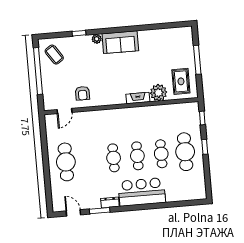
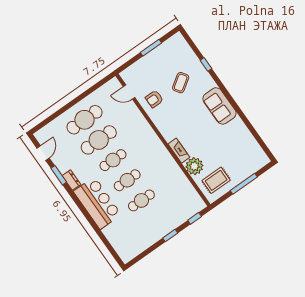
plant: (97, 39) -> (210, 83), removed
coffee table: (54, 55) -> (181, 83), moved
window: (38, 71) -> (151, 48), width x0.47
cafe table: (185, 152) -> (99, 140), moved

